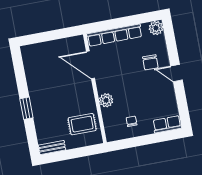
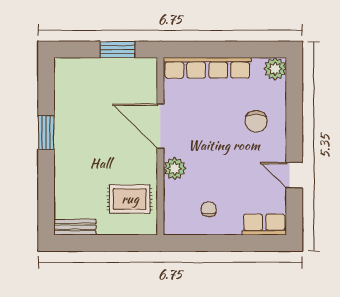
window: (58, 34) -> (118, 50), added
door: (90, 65) -> (160, 126), moved
door: (176, 73) -> (294, 175), moved
window: (26, 108) -> (46, 133), moved

